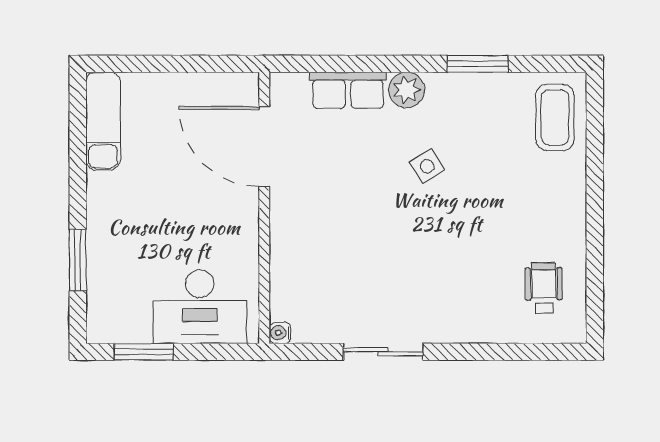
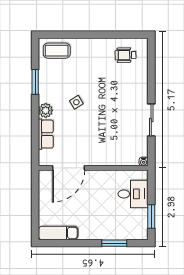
desk: (200, 307) -> (133, 194), width x0.73

